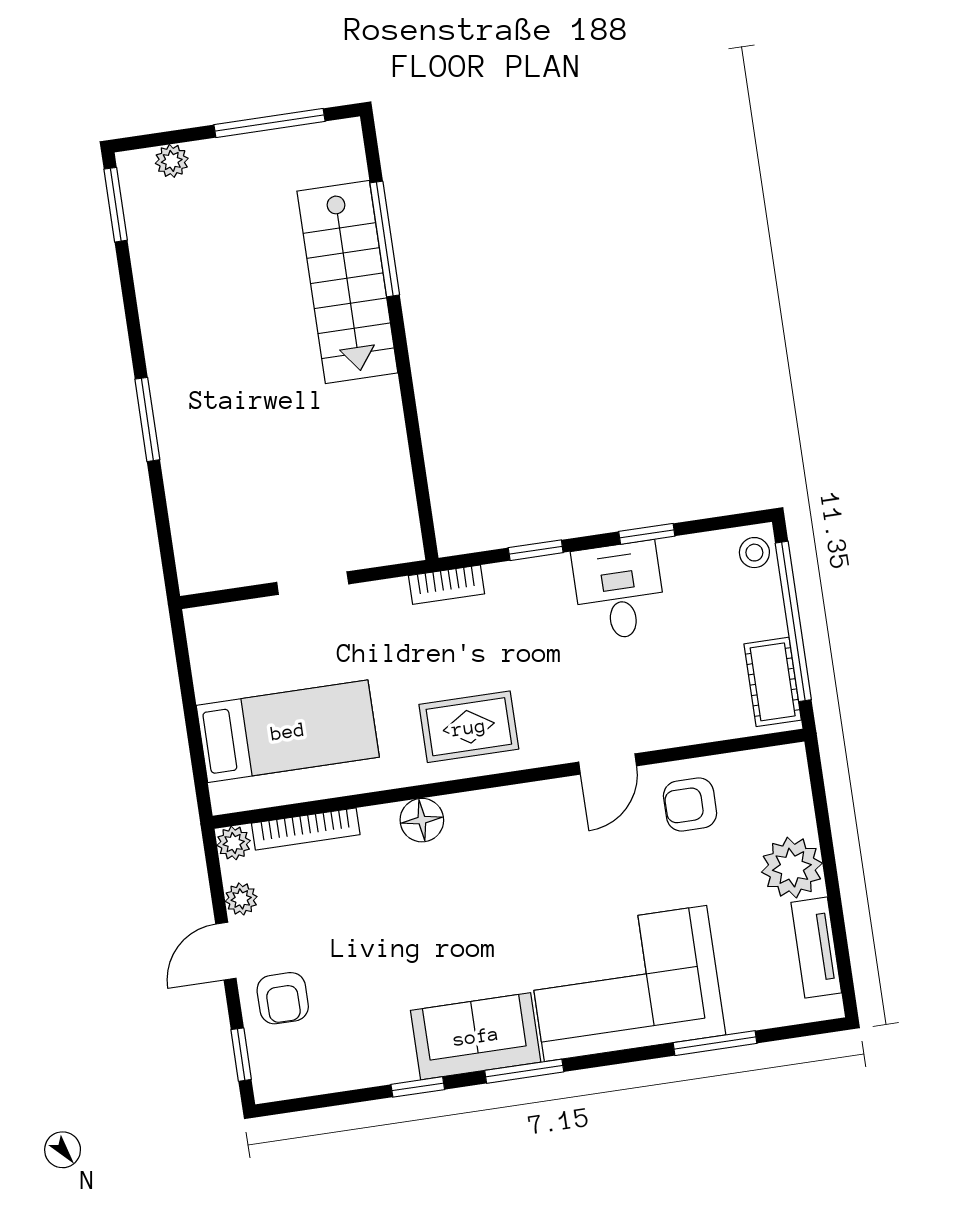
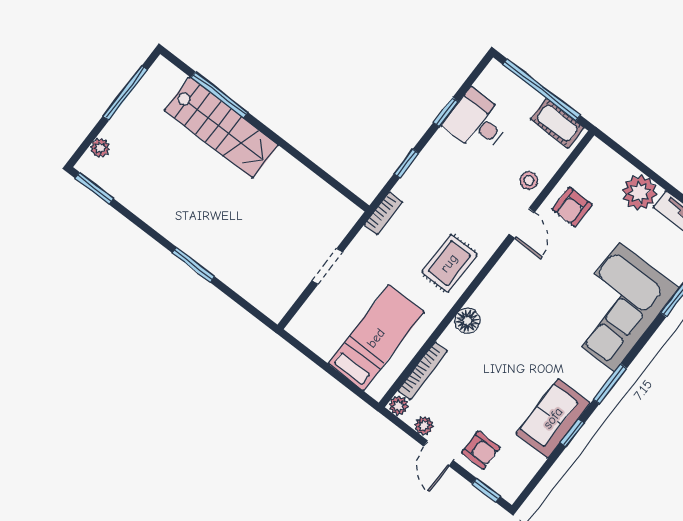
stool: (754, 553) -> (529, 180), moved
desk: (619, 591) -> (477, 122), moved
sofa: (476, 1036) -> (553, 418), moved

